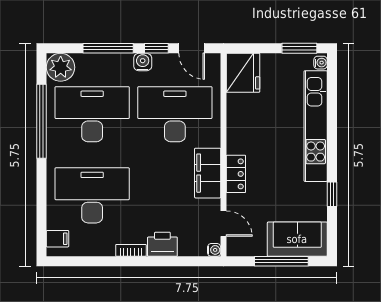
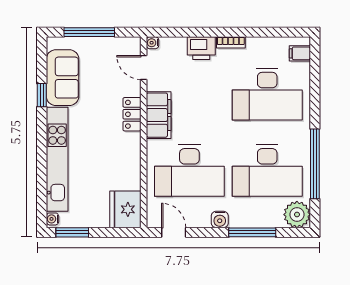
window: (156, 48) -> (207, 232), removed
sofa: (297, 239) -> (63, 78), moved, turned -90

